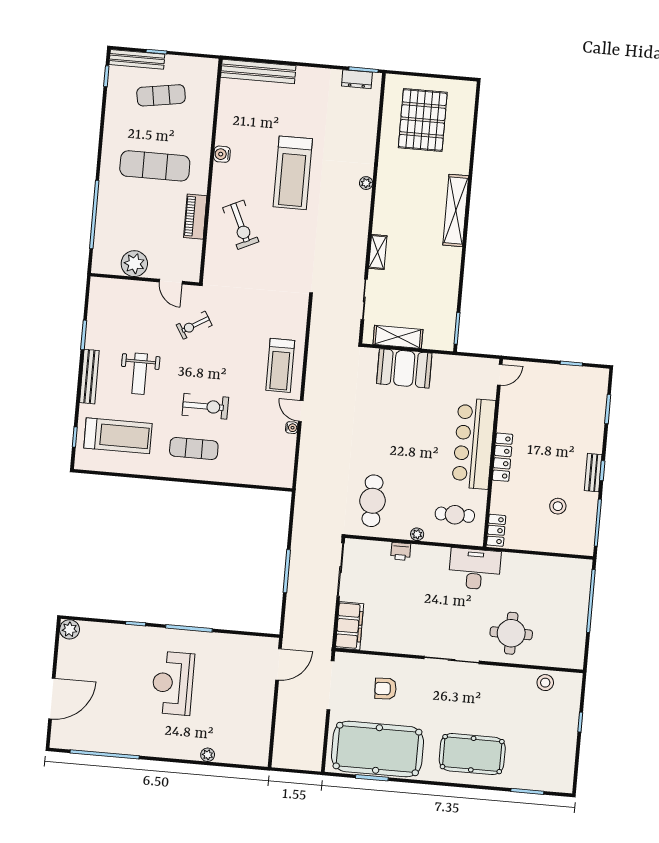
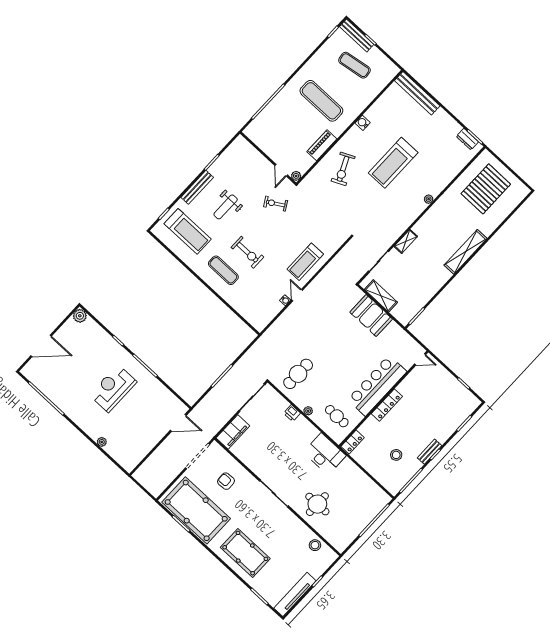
plant: (134, 264) -> (296, 176), moved, width x0.53, depth x0.53
tv unit: (566, 757) -> (295, 594), added

